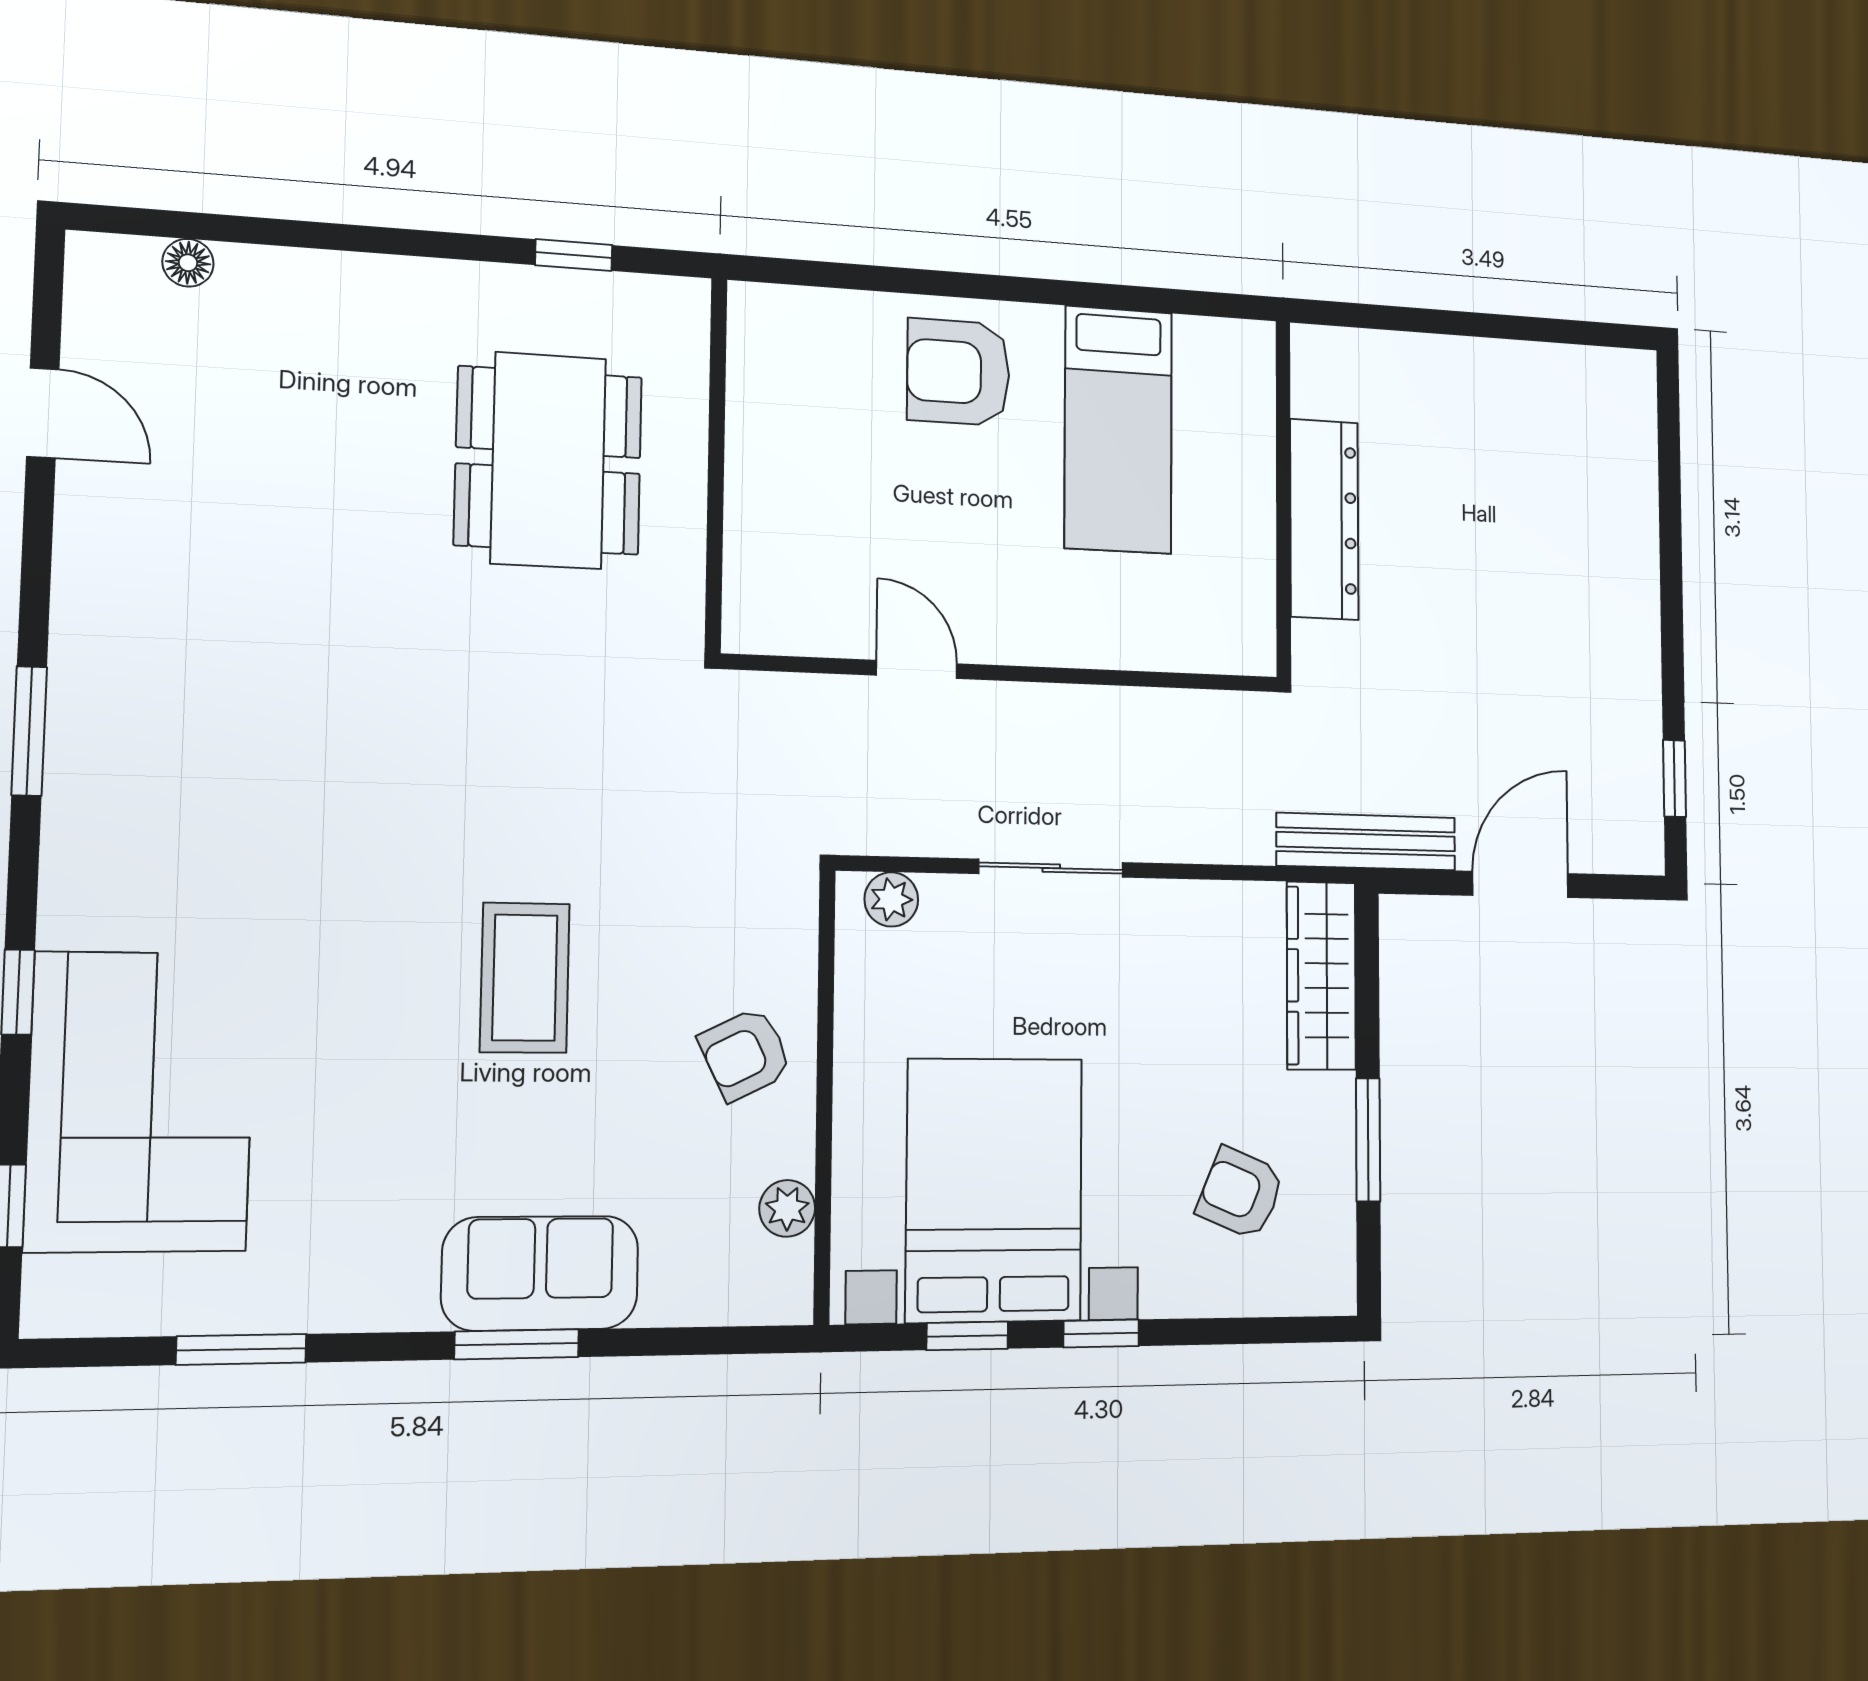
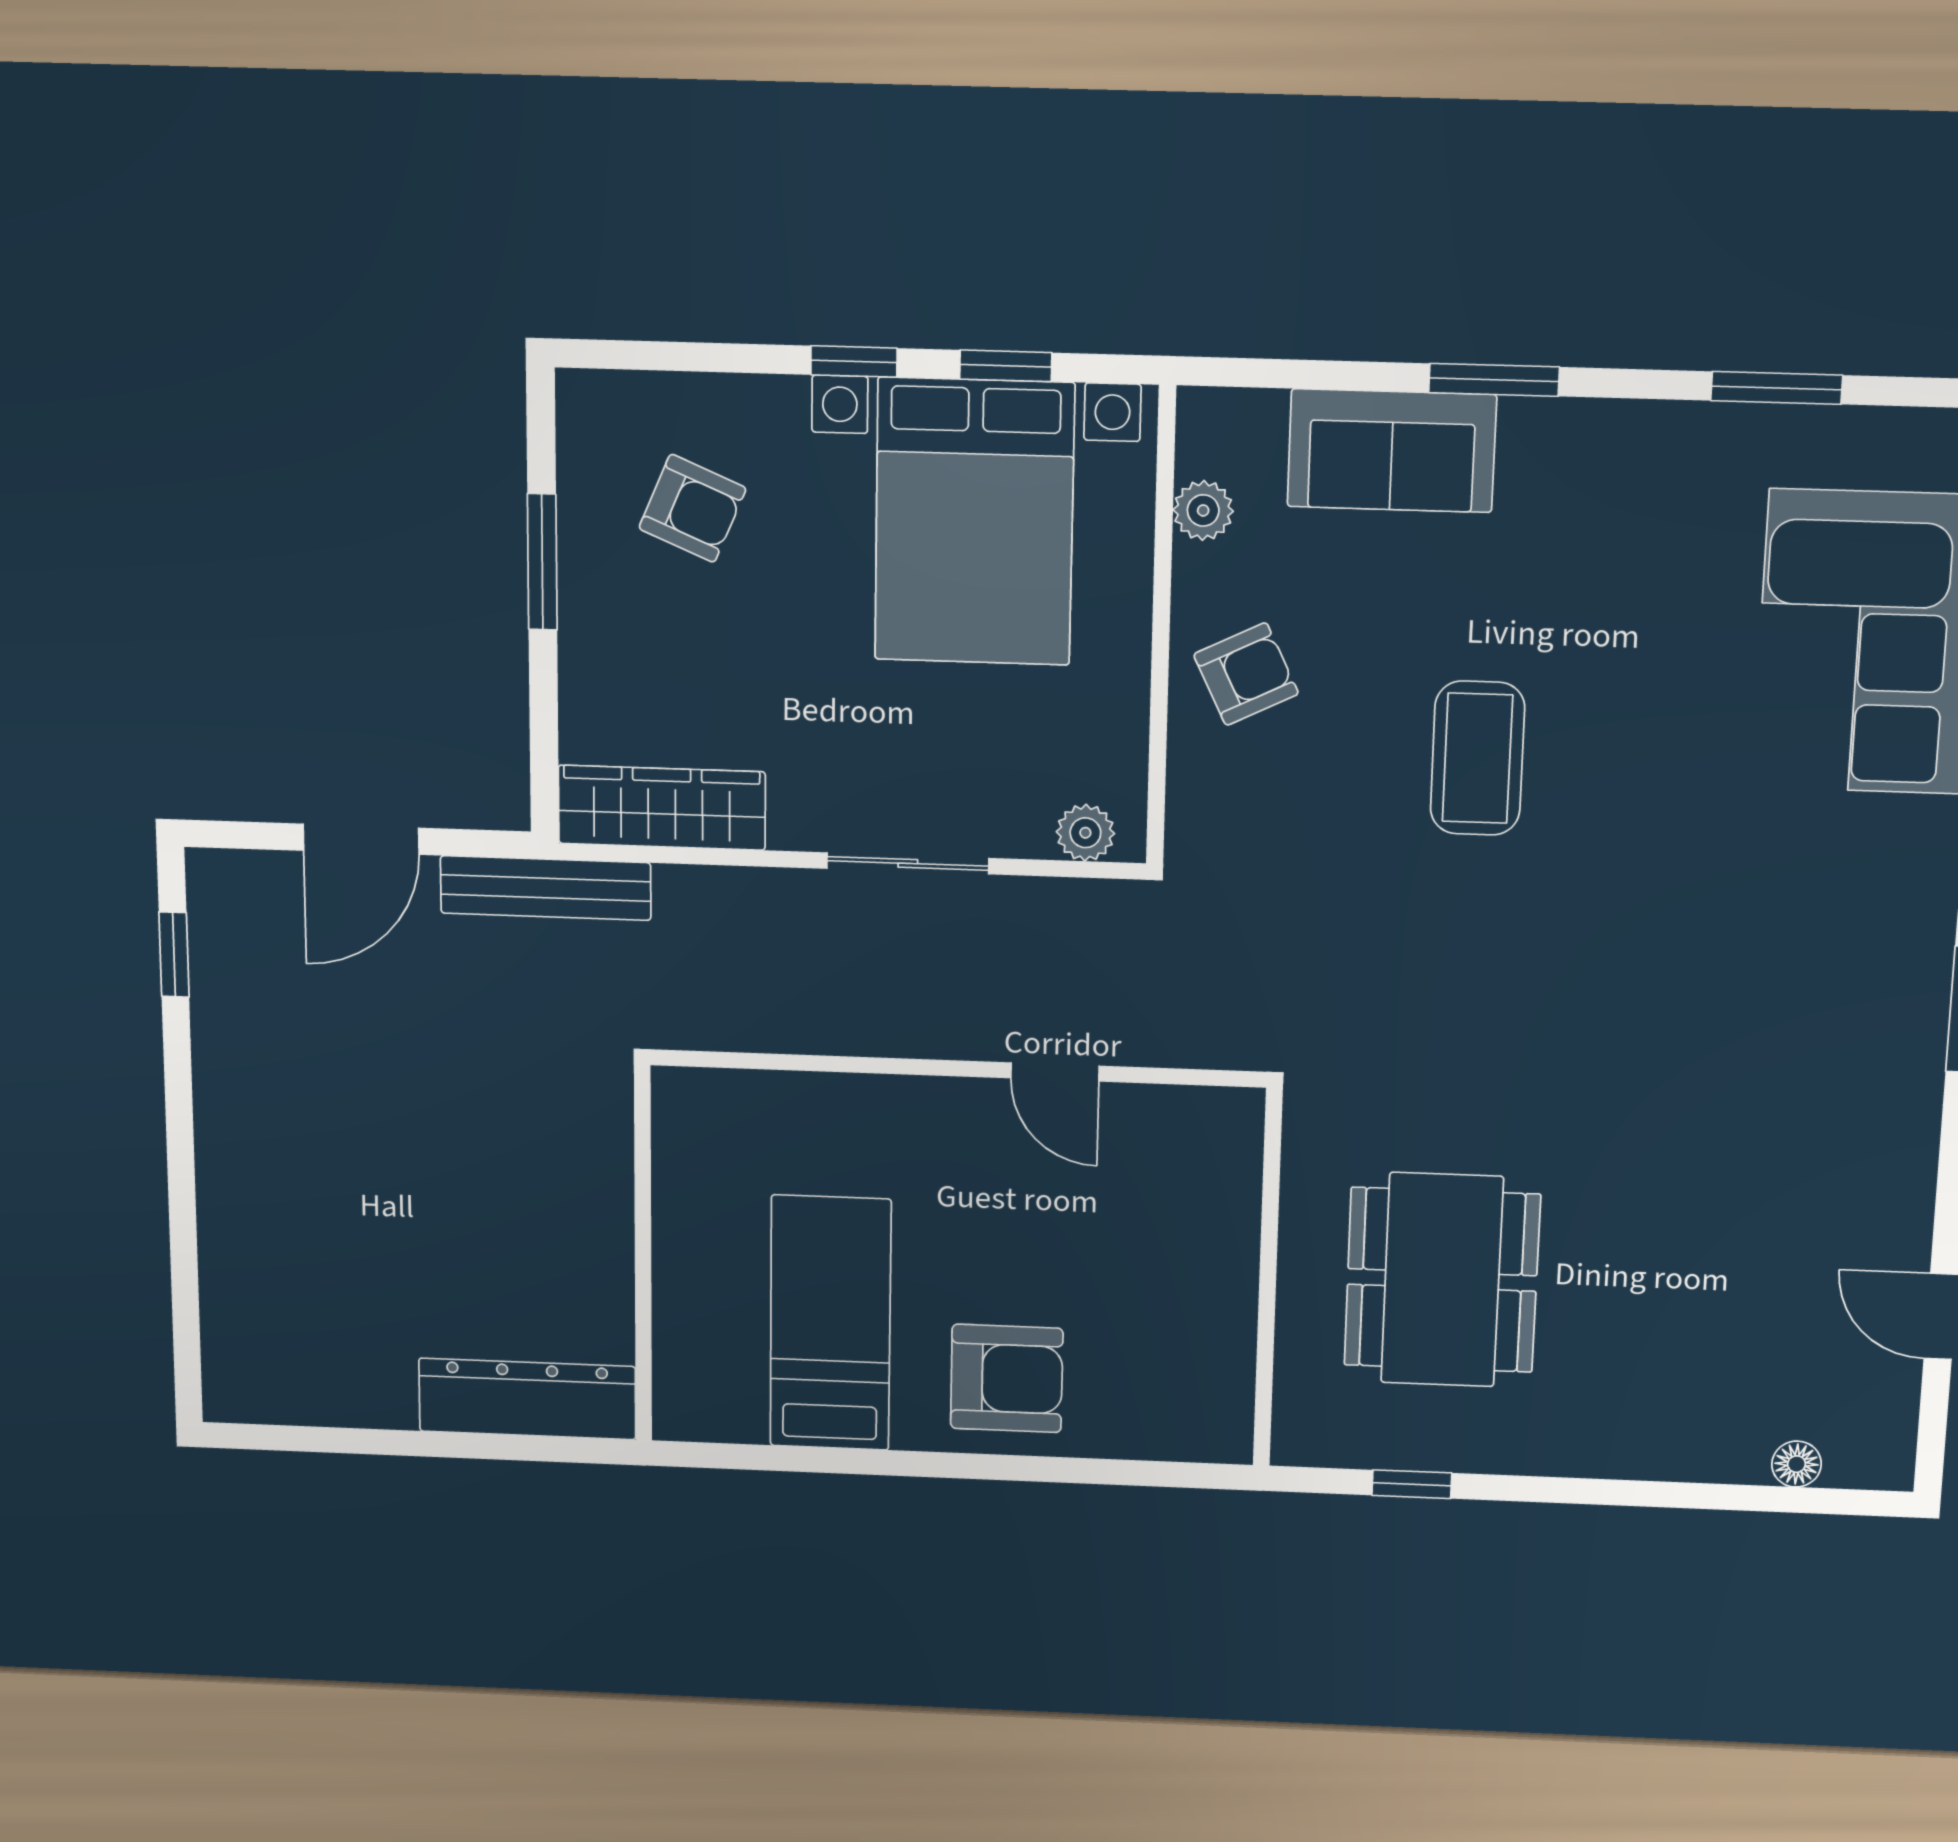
dresser: (1324, 519) -> (527, 1399), moved, turned 90
wardrobe: (1321, 976) -> (662, 808), moved, turned -90
sofa: (540, 1273) -> (1392, 451), moved

